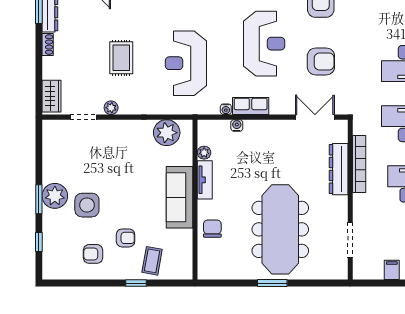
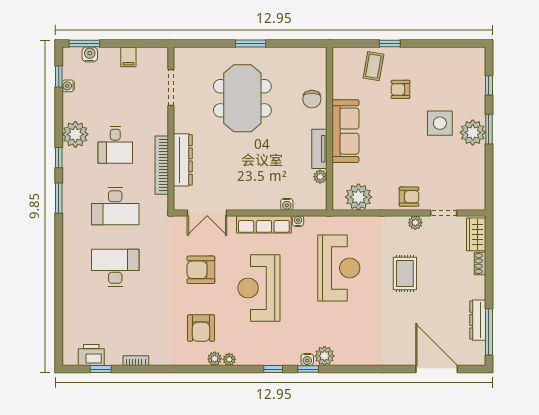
shoe rack: (48, 45) -> (480, 264), moved
row of seats: (251, 106) -> (264, 224), width x1.48
meeting table: (280, 229) -> (242, 98), width x0.73
armchair: (93, 254) -> (409, 197), moved

